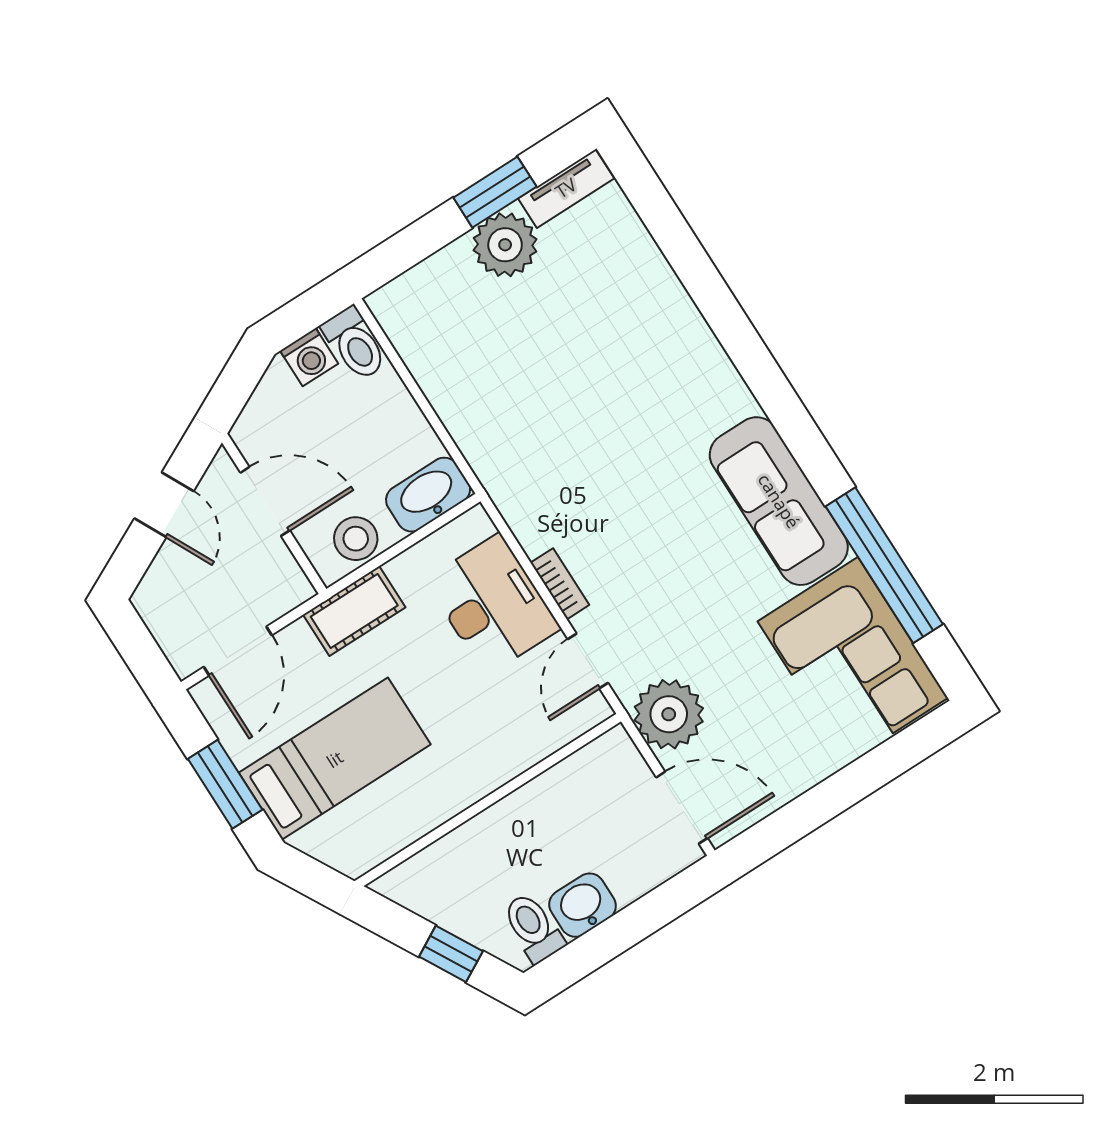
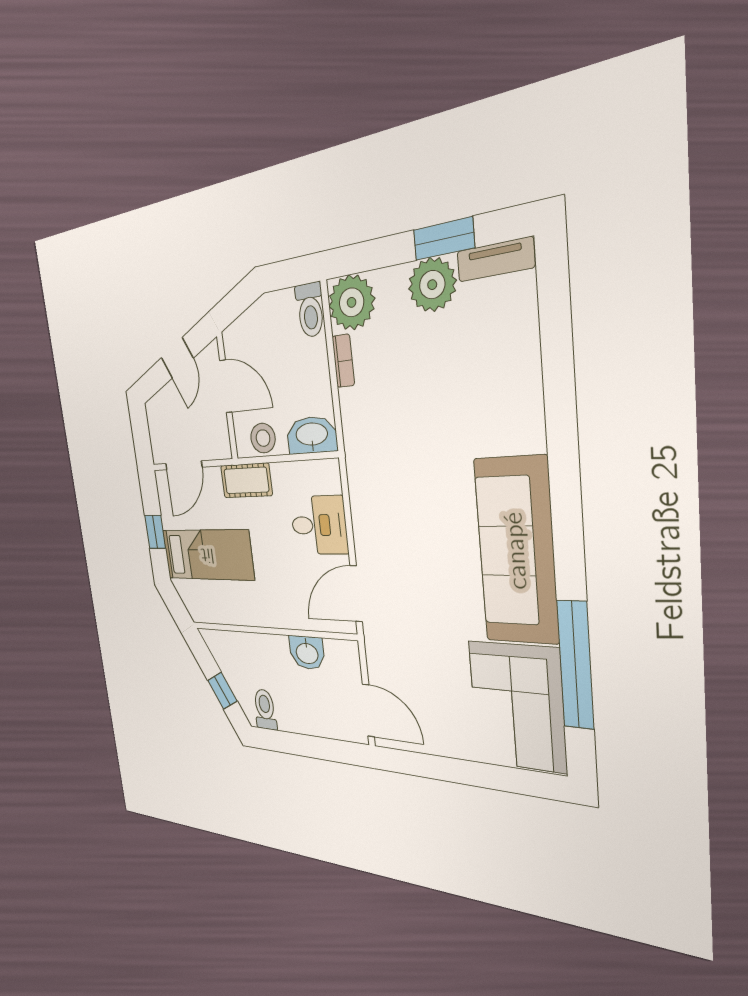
washing machine: (309, 357) -> (281, 305), removed
sofa: (779, 501) -> (516, 551), width x1.36, depth x1.27
bookcase: (560, 584) -> (343, 361), moved
desk: (493, 604) -> (319, 525), width x0.73
door: (588, 661) -> (356, 594), width x1.38
plant: (669, 714) -> (352, 302), moved
window: (225, 784) -> (155, 532), width x0.67
washbasin: (583, 905) -> (307, 653), moved, turned 180

